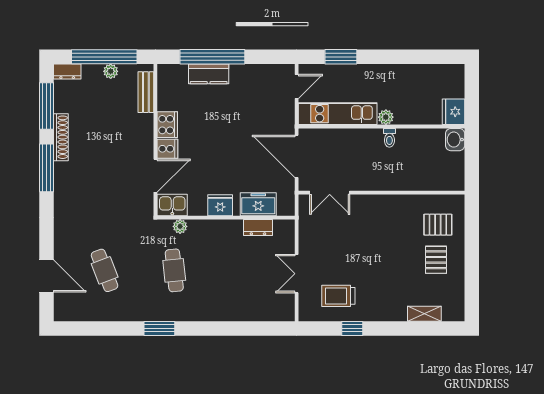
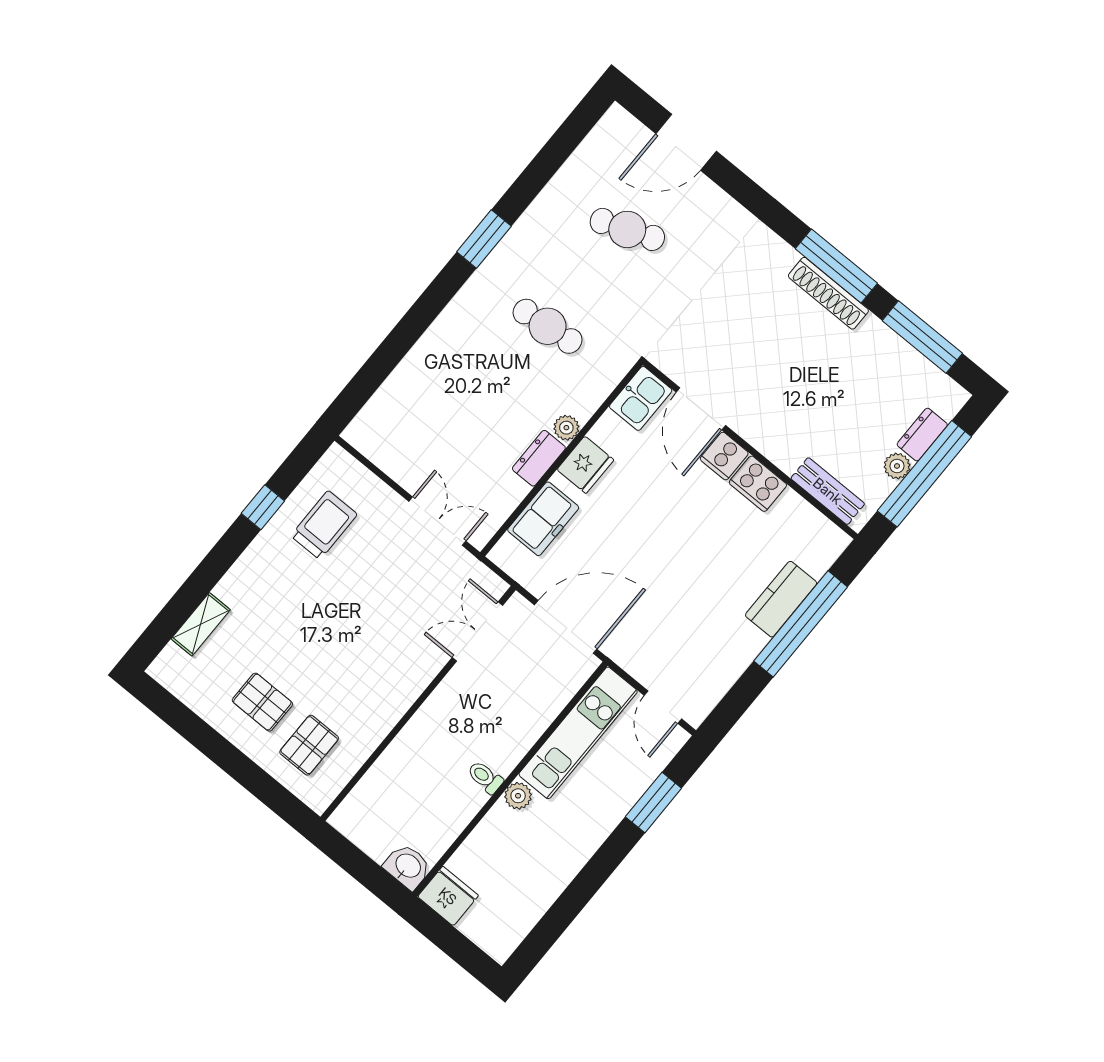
dresser: (67, 72) -> (922, 435), moved
shoe rack: (61, 137) -> (828, 293), moved
plant: (180, 226) -> (566, 428), moved
dresser: (258, 227) -> (539, 458), moved
double door: (297, 274) -> (437, 521), moved

